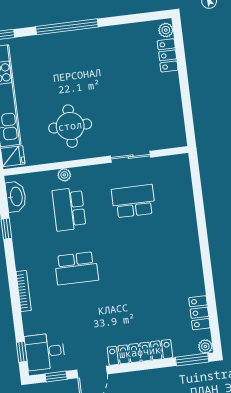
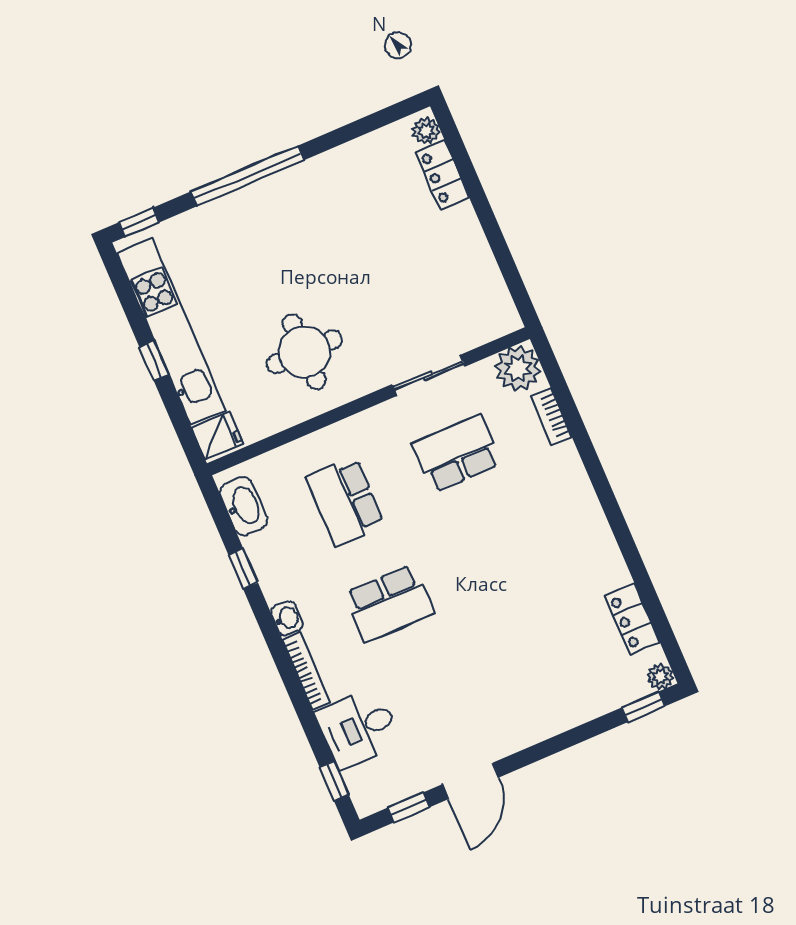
plant: (64, 175) -> (518, 369), moved, width x1.87, depth x1.87
bookcase: (188, 196) -> (552, 417), added
washbasin: (22, 261) -> (287, 618), added
desk: (45, 352) -> (359, 728), moved
locker: (140, 352) -> (546, 721), removed
window: (192, 360) -> (643, 707), width x0.67

